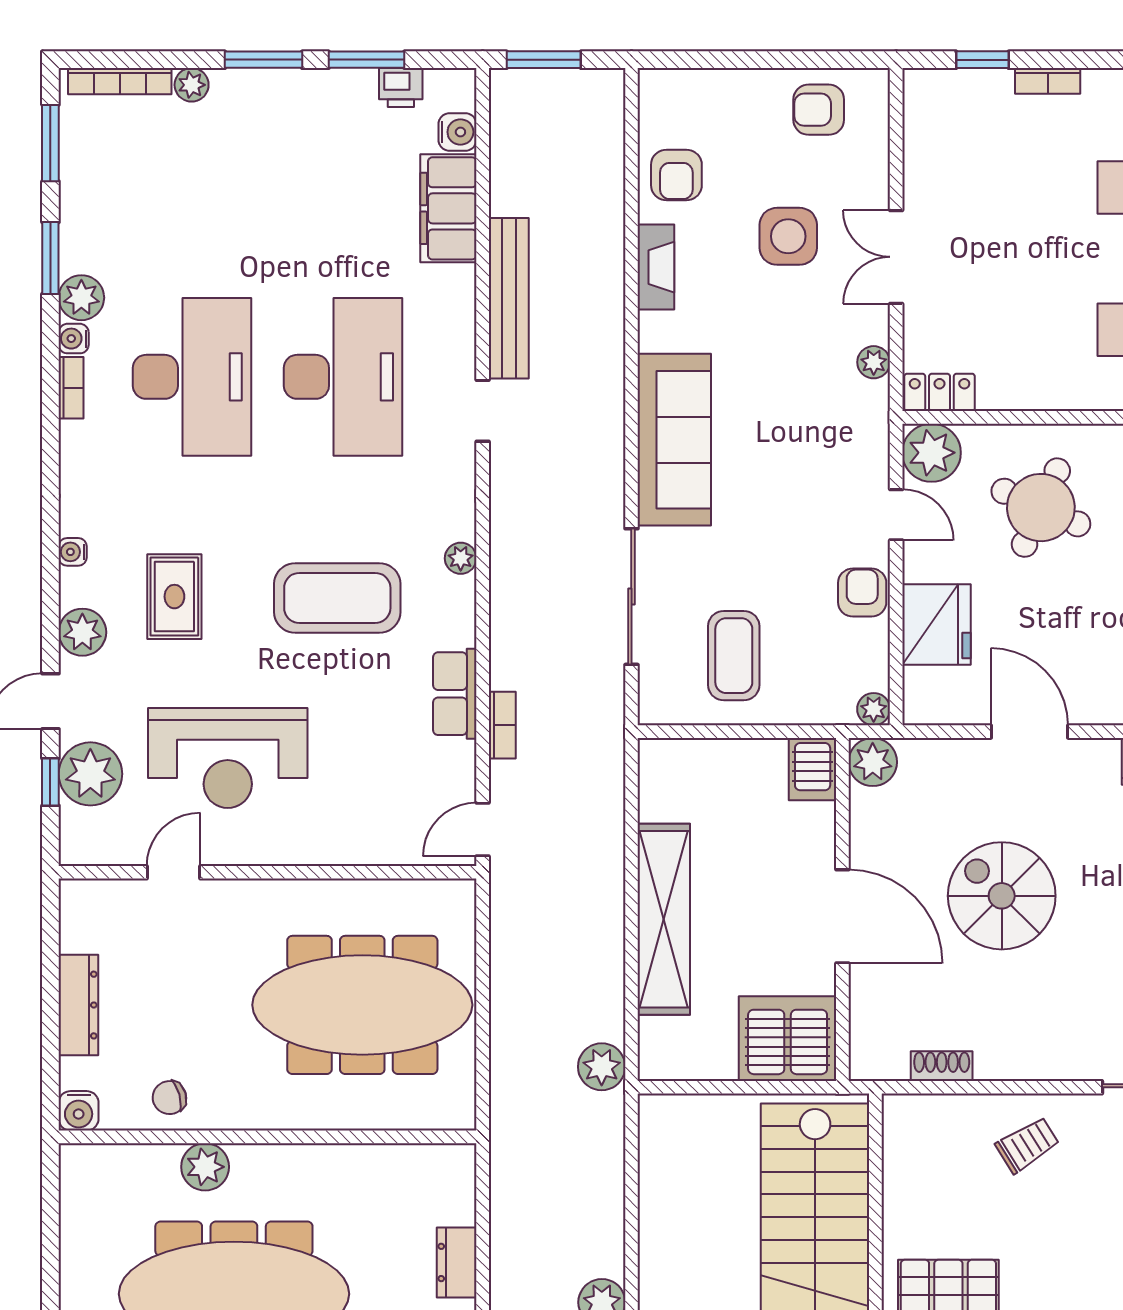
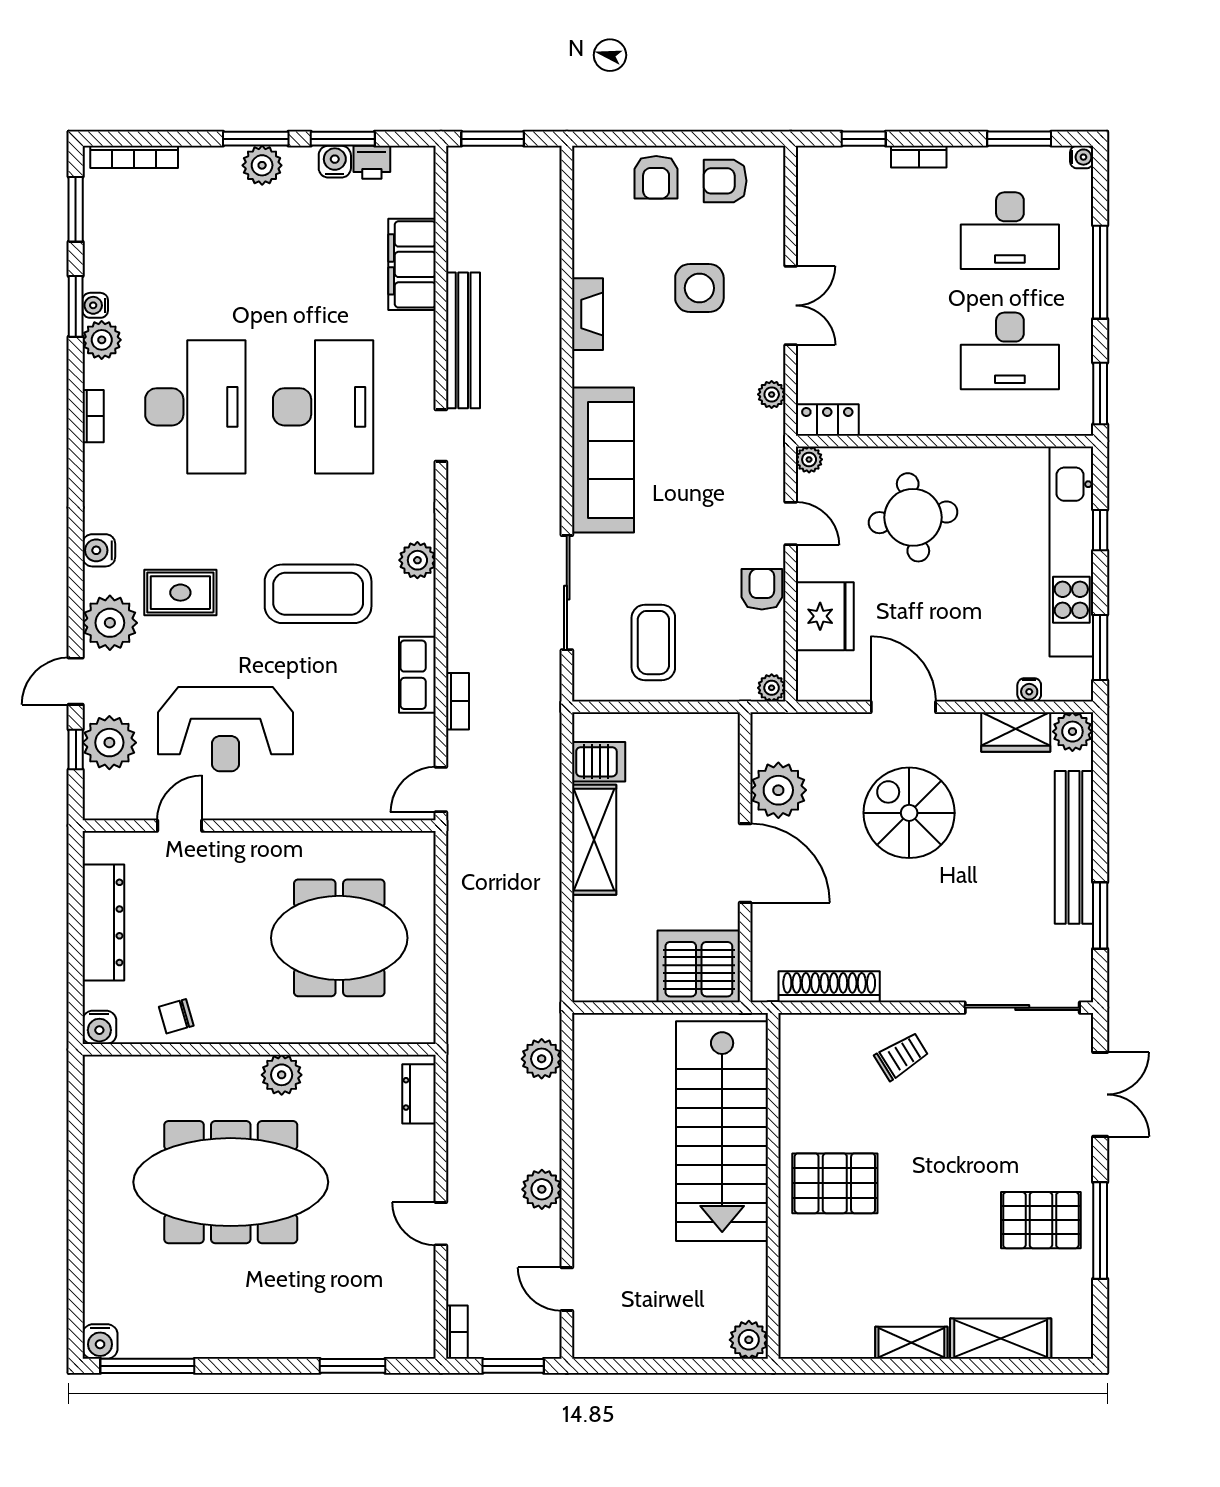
plant: (192, 85) -> (262, 165), moved, width x1.38, depth x1.38
water cooler: (457, 132) -> (335, 162), moved, turned -90
armchair: (676, 175) -> (656, 177), moved
double door: (896, 257) -> (791, 305), swing flipped
water cooler: (74, 339) -> (95, 305), moved
plant: (932, 453) -> (809, 459), width x0.53, depth x0.53
round table: (1041, 508) -> (913, 517), turned -33
water cooler: (73, 552) -> (99, 550), width x1.38, depth x1.38
plant: (461, 558) -> (417, 560), width x1.38, depth x1.38
rug: (174, 597) -> (180, 593), turned 90
plant: (82, 632) -> (110, 623), width x1.36, depth x1.36
plant: (873, 762) -> (778, 790), moved, width x1.36, depth x1.36
server rack: (813, 769) -> (599, 762), moved, turned -90
spiral stairs: (1002, 896) -> (909, 813), moved
shelving: (664, 919) -> (594, 840), width x0.68
dresser: (78, 1005) -> (103, 922), width x1.37, depth x1.24
meeting table: (362, 1005) -> (339, 938), width x0.73
shoe rack: (942, 1066) -> (829, 987), width x1.94, depth x1.24
plant: (602, 1067) -> (542, 1059), moved
plant: (205, 1167) -> (282, 1075), moved
dresser: (457, 1262) -> (419, 1094), moved

